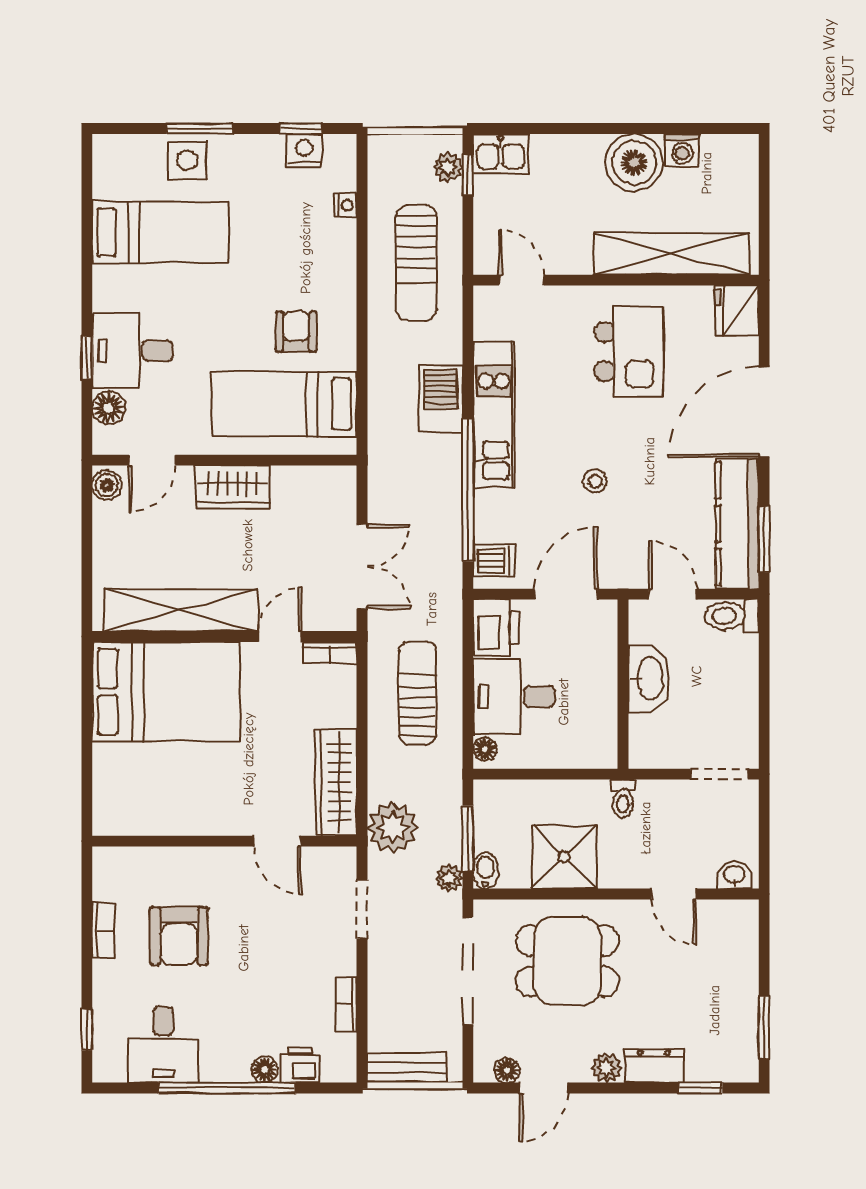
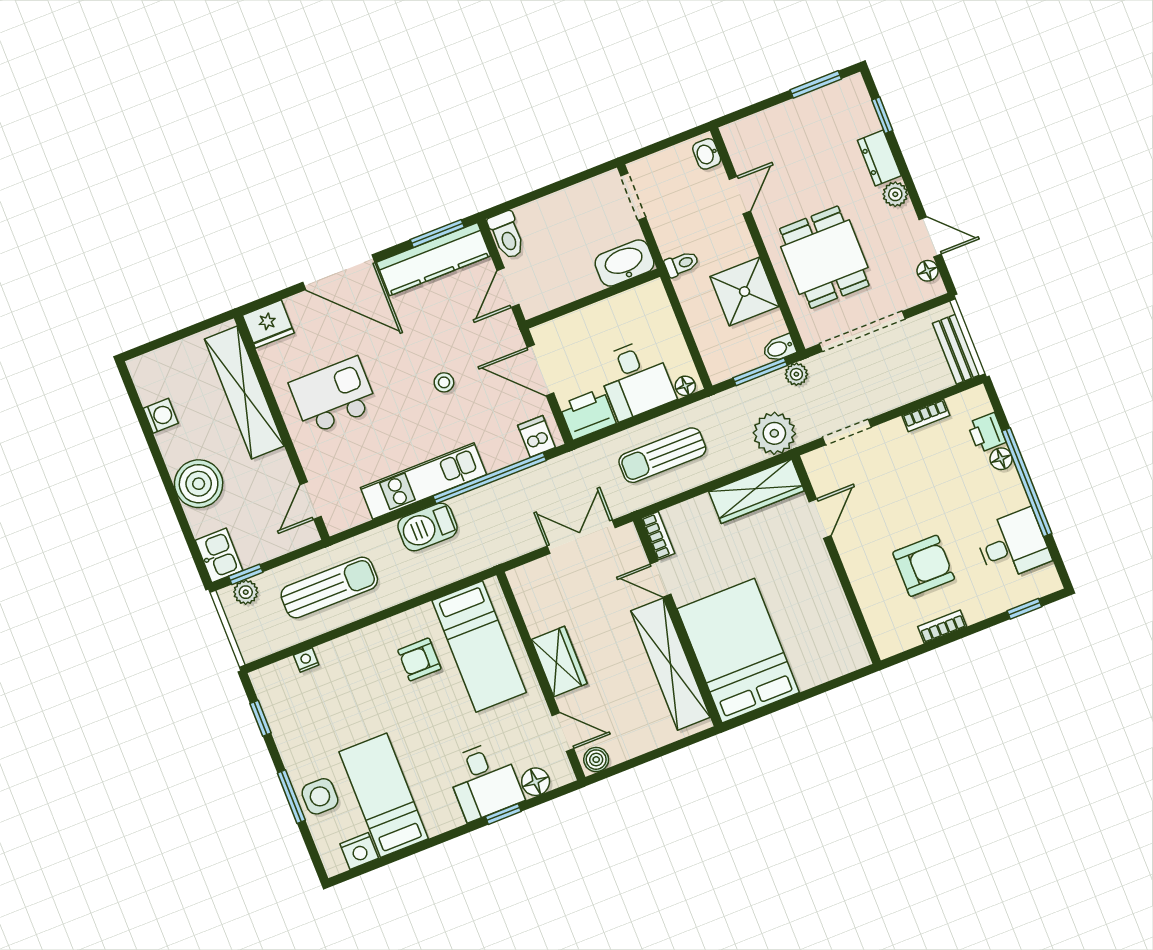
nightstand: (304, 151) -> (359, 851), moved, turned -90
boiler: (634, 163) -> (199, 484), moved
washbasin: (649, 679) -> (624, 263), moved

